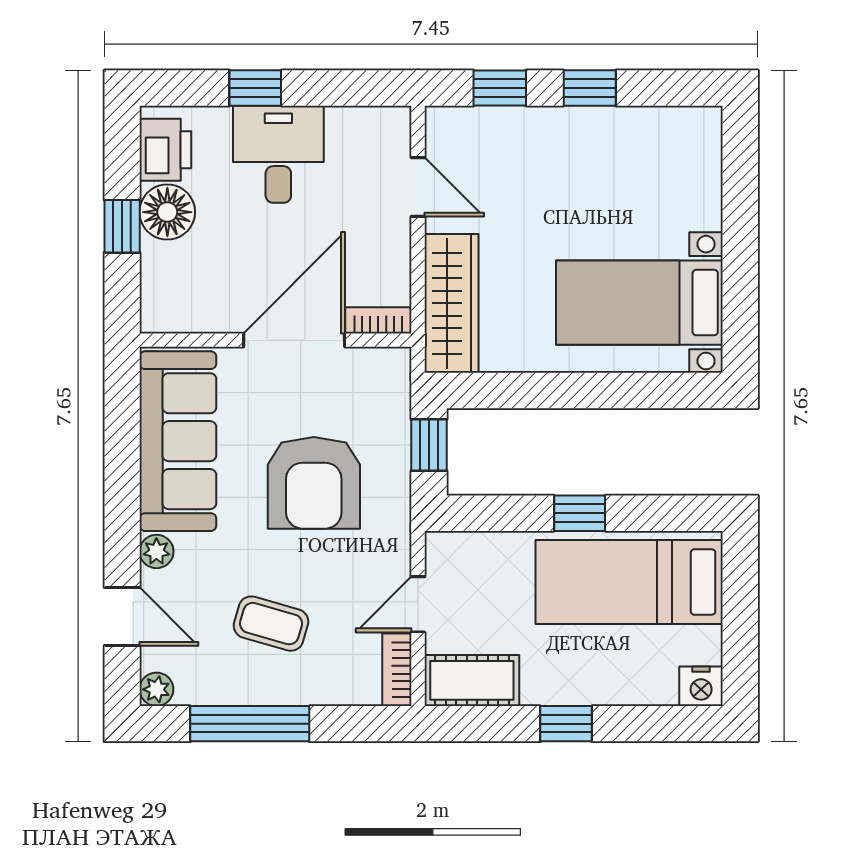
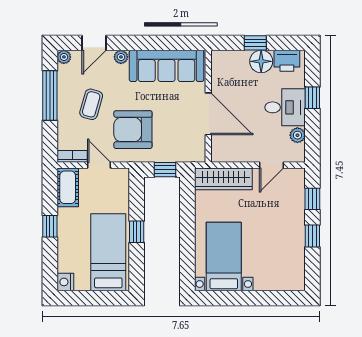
plant: (346, 124) -> (297, 135), added
bookcase: (378, 320) -> (216, 149), removed
armchair: (314, 483) -> (133, 130), moved

